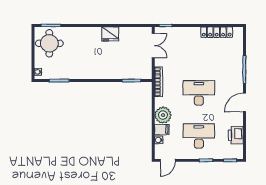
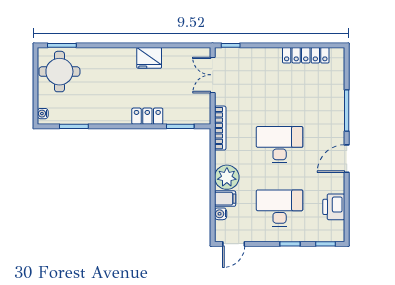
double door: (153, 46) -> (213, 75), swing flipped
locker: (109, 74) -> (147, 116), added

